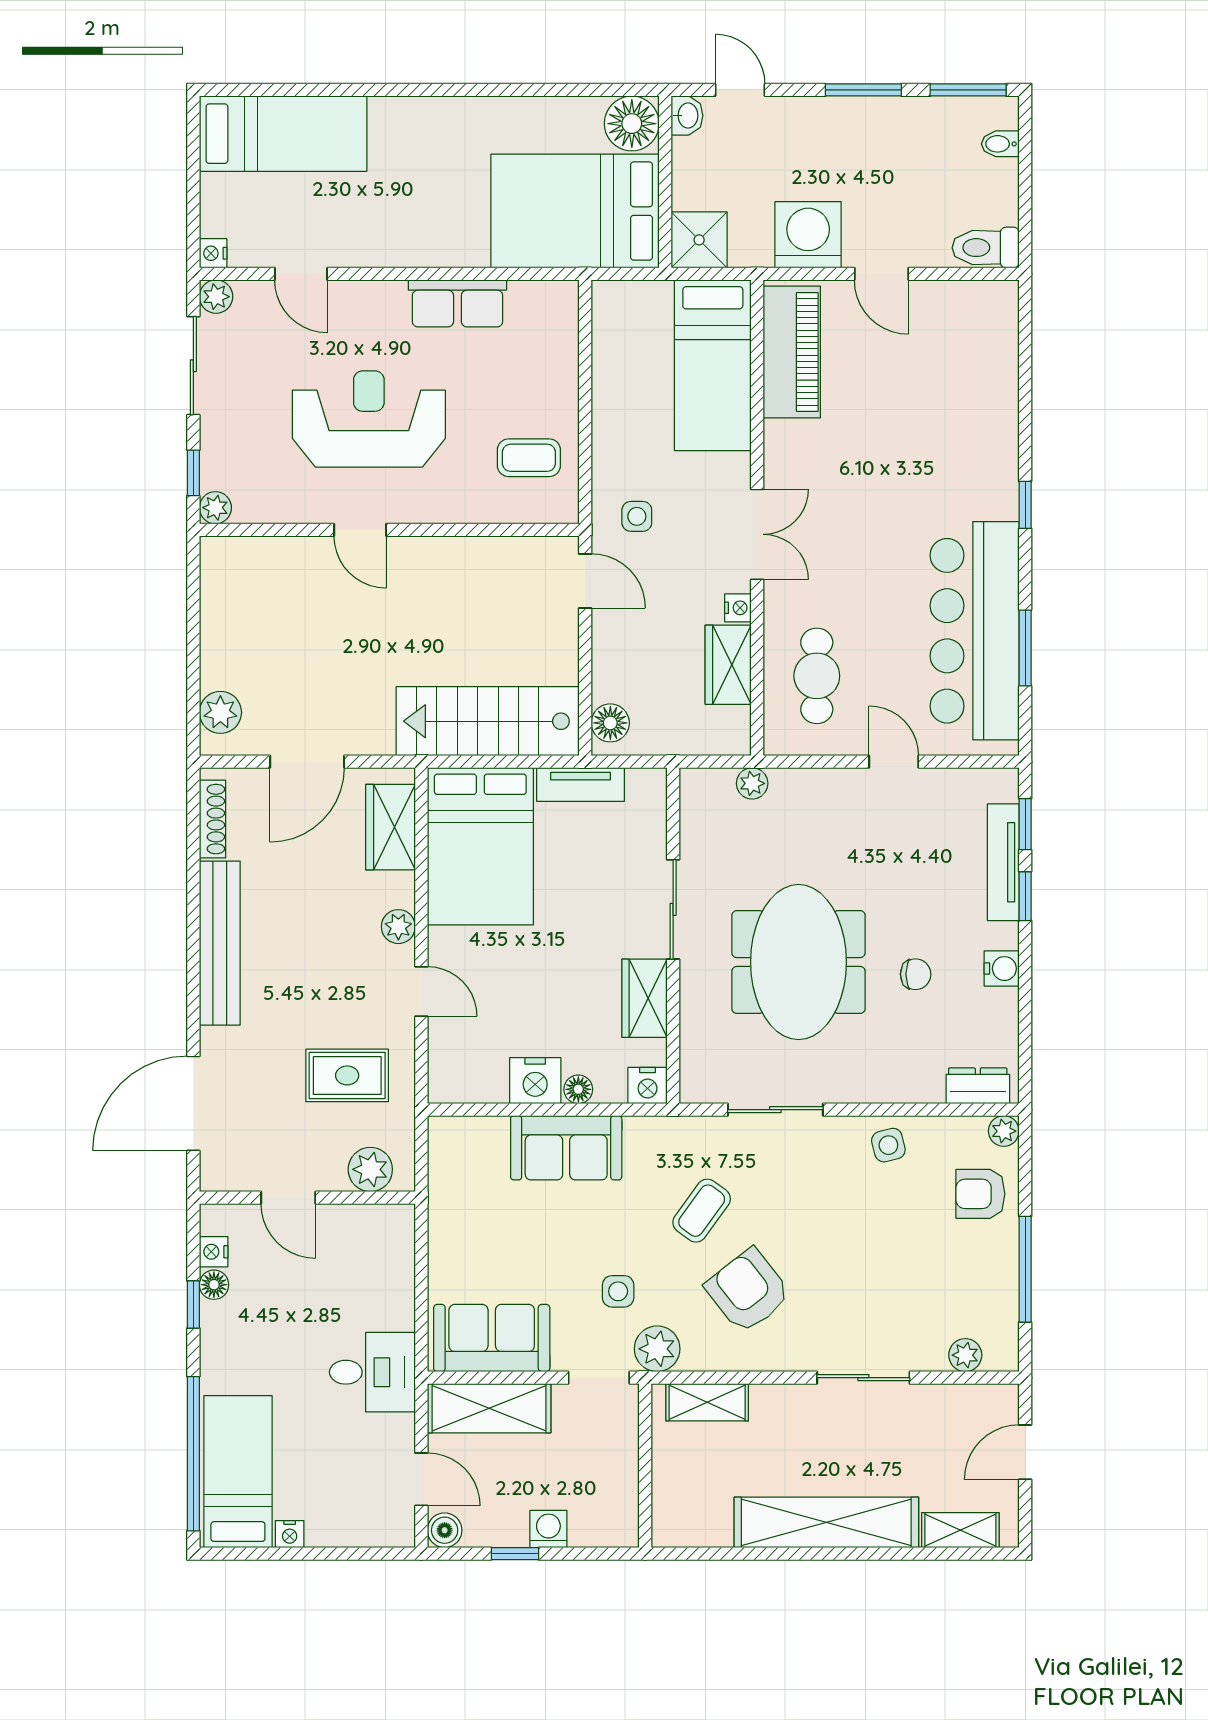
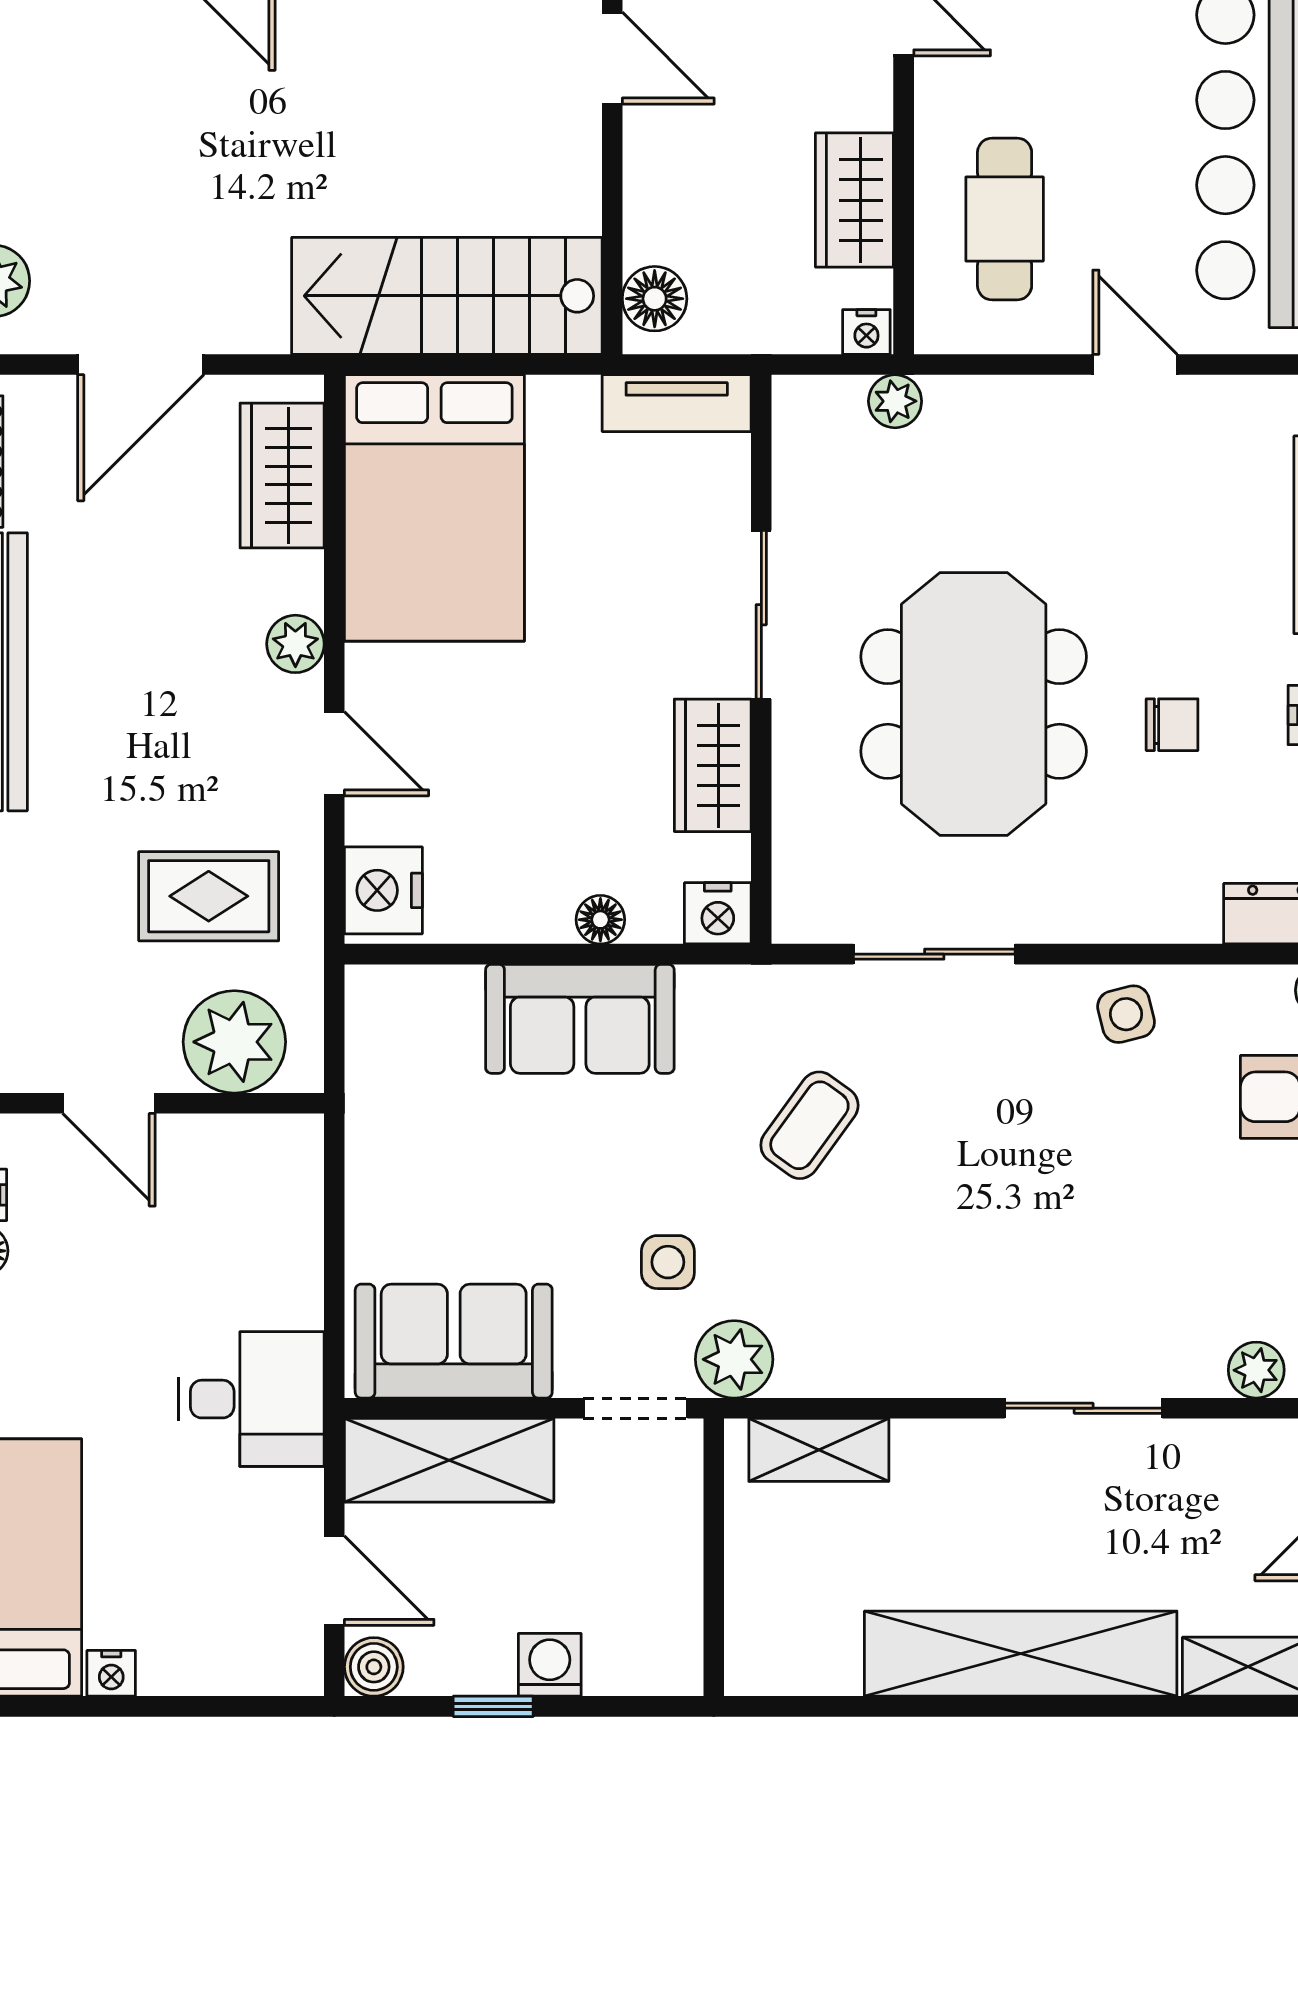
nightstand: (738, 608) -> (866, 332), moved, turned 90
tv unit: (581, 785) -> (677, 403), moved
nightstand: (535, 1081) -> (383, 890), moved, turned 90
plant: (370, 1169) -> (234, 1042), width x1.36, depth x1.36
armchair: (748, 1291) -> (888, 1261), removed

